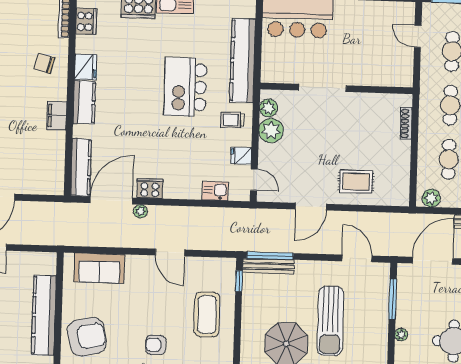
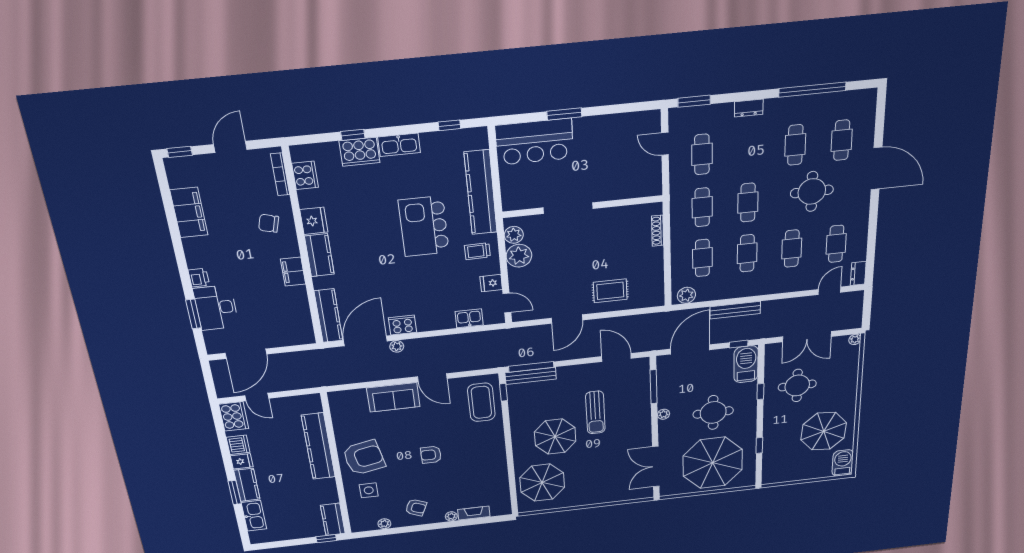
sofa: (99, 268) -> (393, 397), moved
coffee table: (207, 314) -> (481, 402), moved
sun lounger: (330, 321) -> (595, 413), width x0.73, depth x0.75

